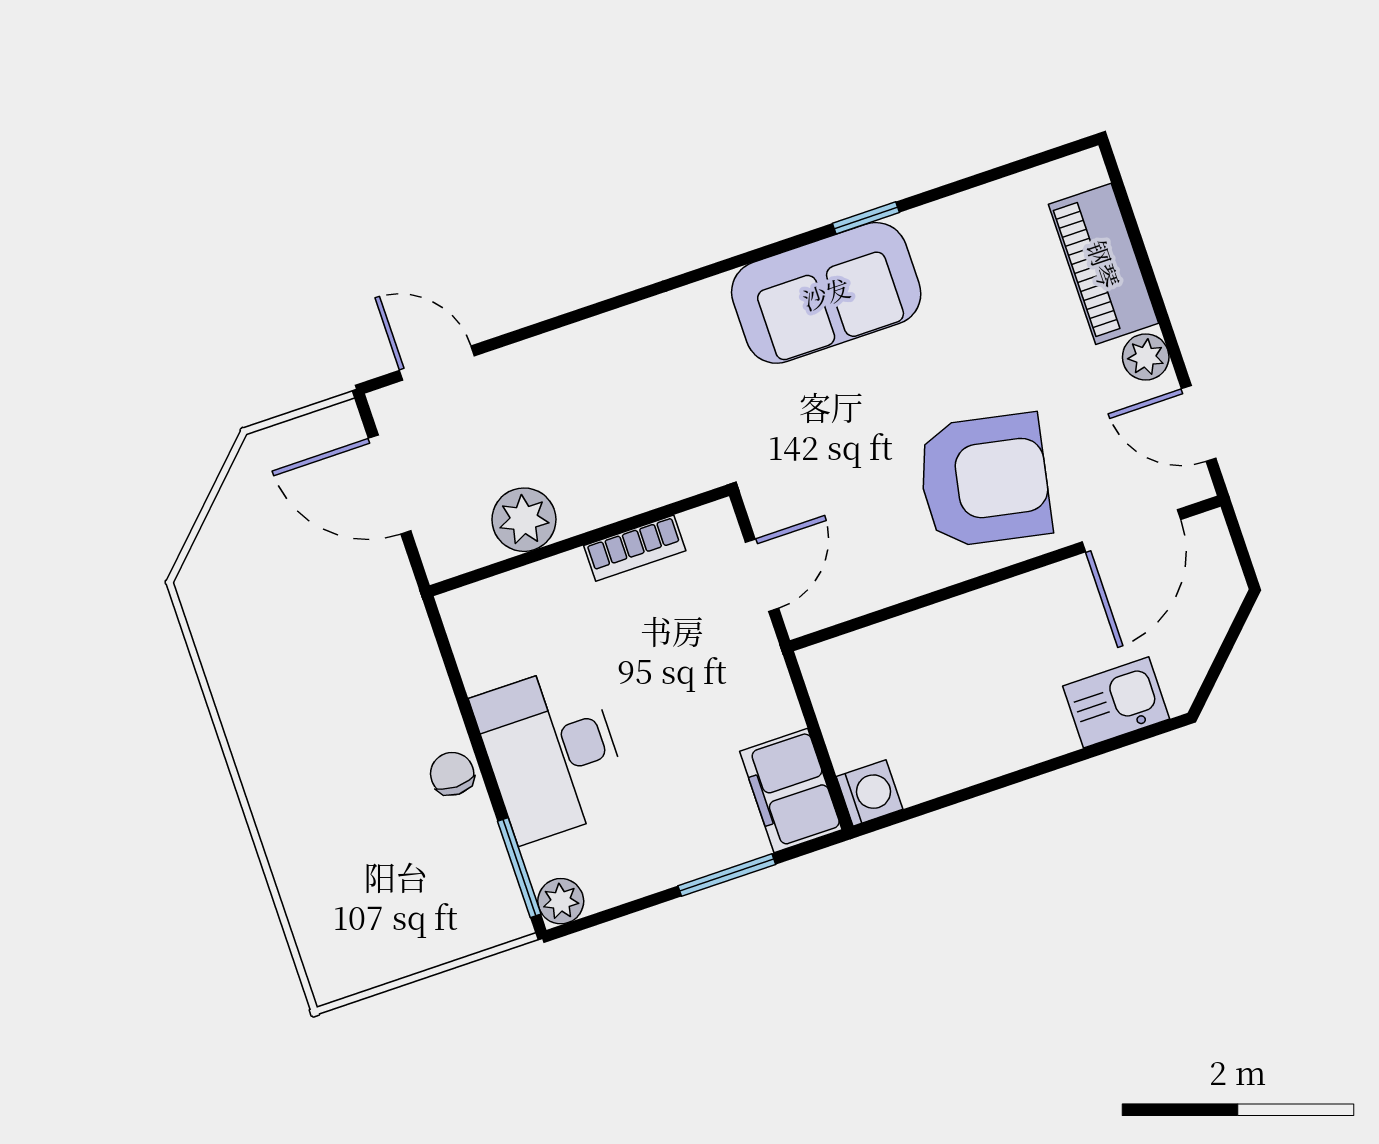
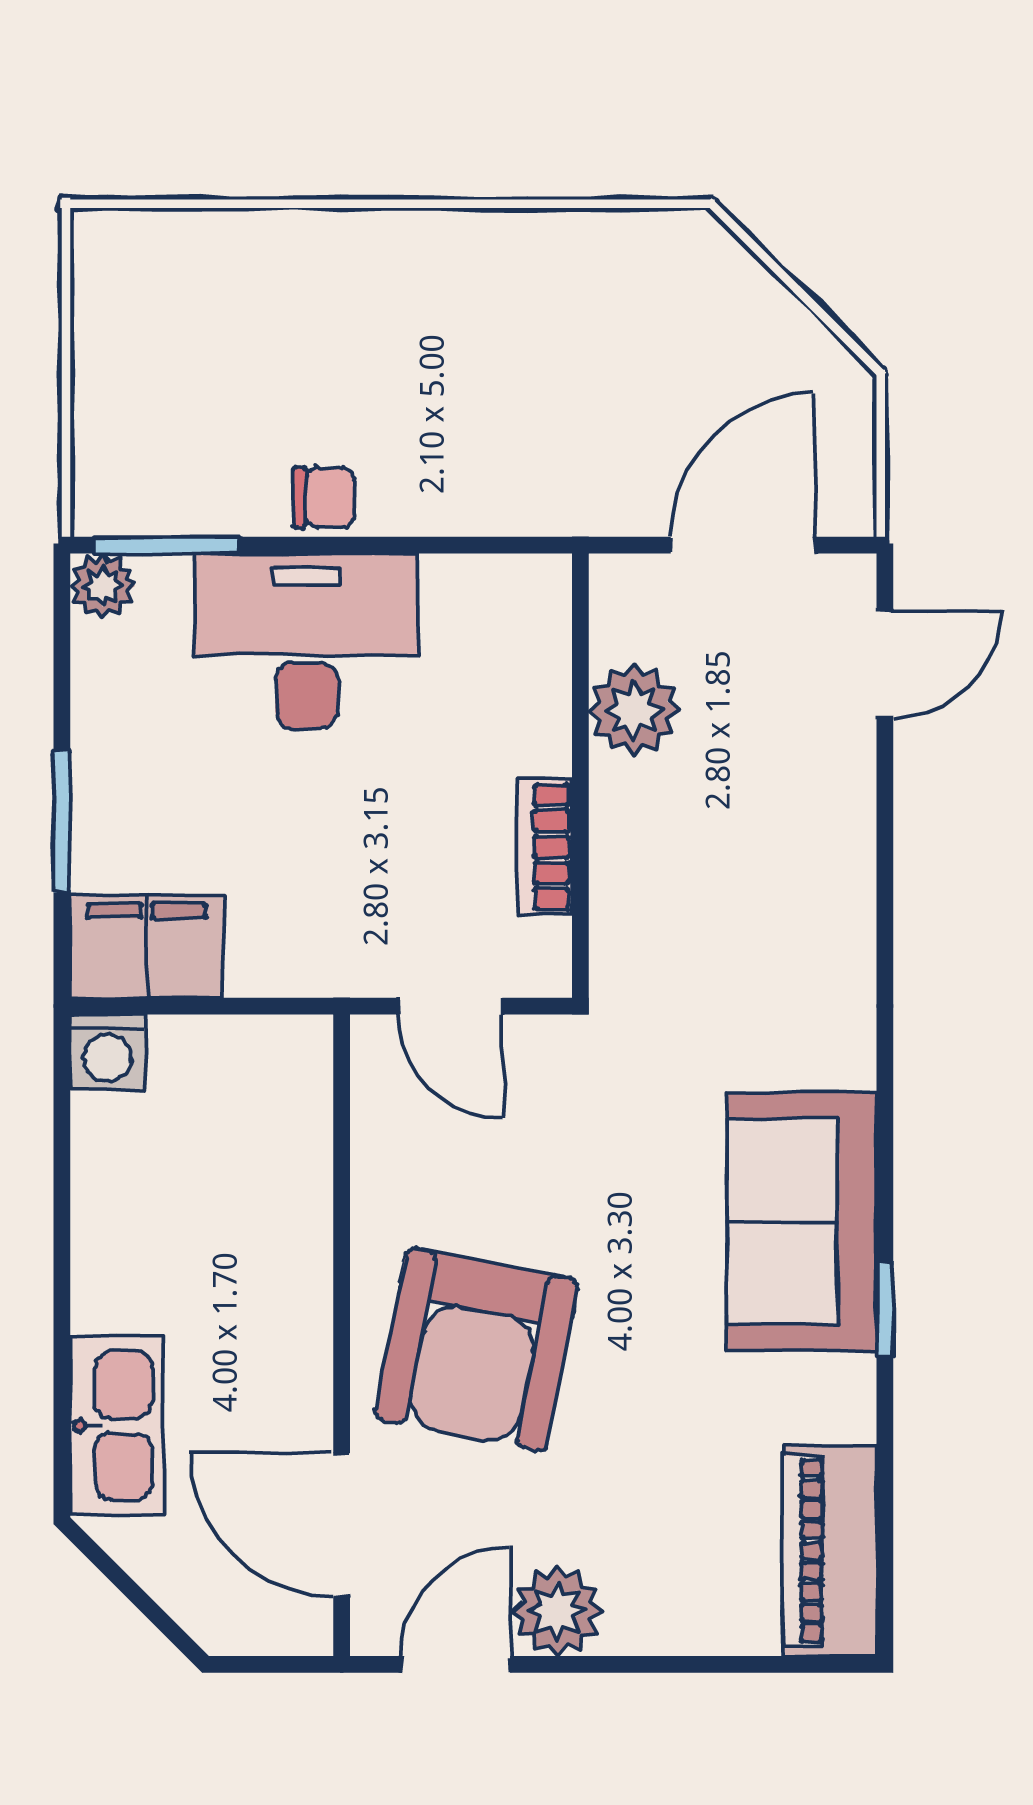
piano: (1104, 264) -> (829, 1551), moved, turned -90
plant: (1146, 357) -> (557, 1611), width x1.38, depth x1.38
kitchen sink: (1116, 702) -> (117, 1426), width x1.38

